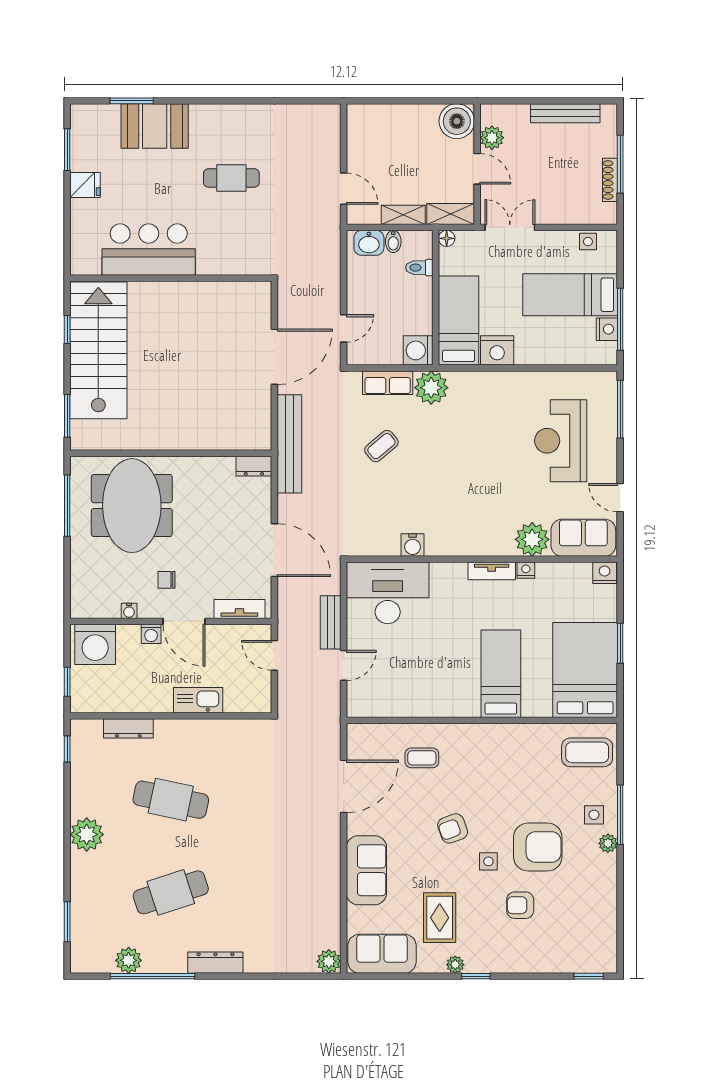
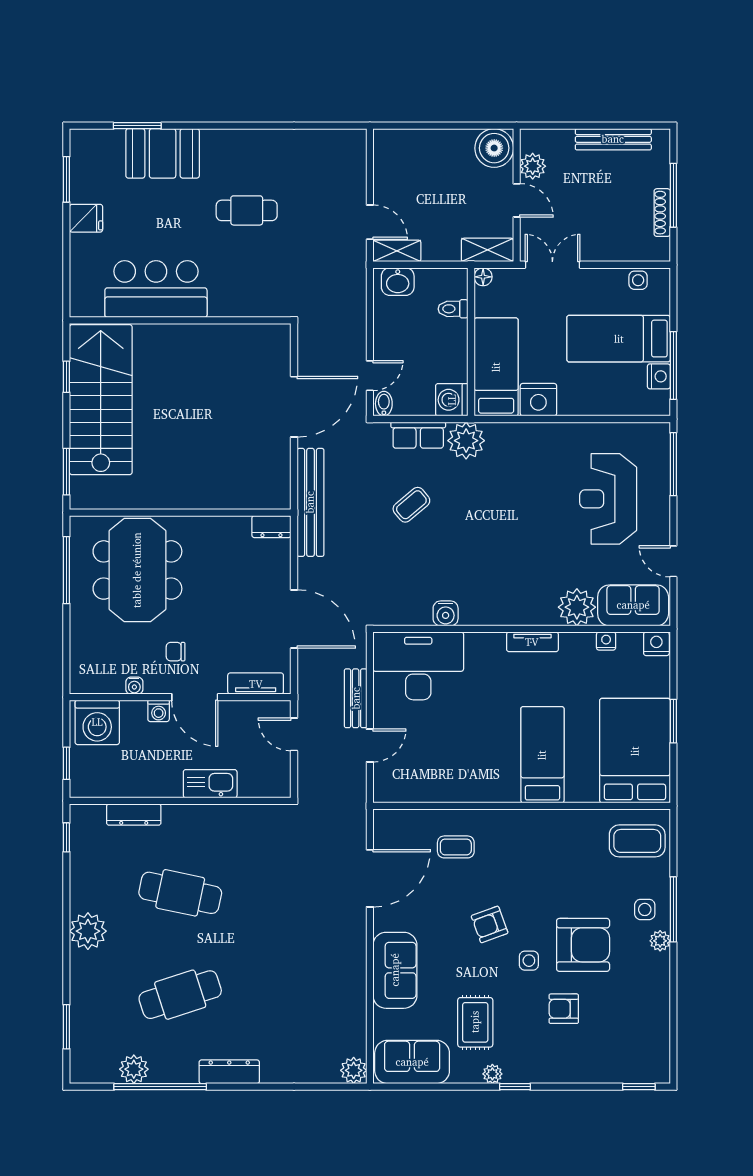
shelving: (403, 215) -> (397, 251), moved
bidet: (393, 241) -> (384, 404), moved, turned 180
nightstand: (526, 570) -> (606, 641), moved

